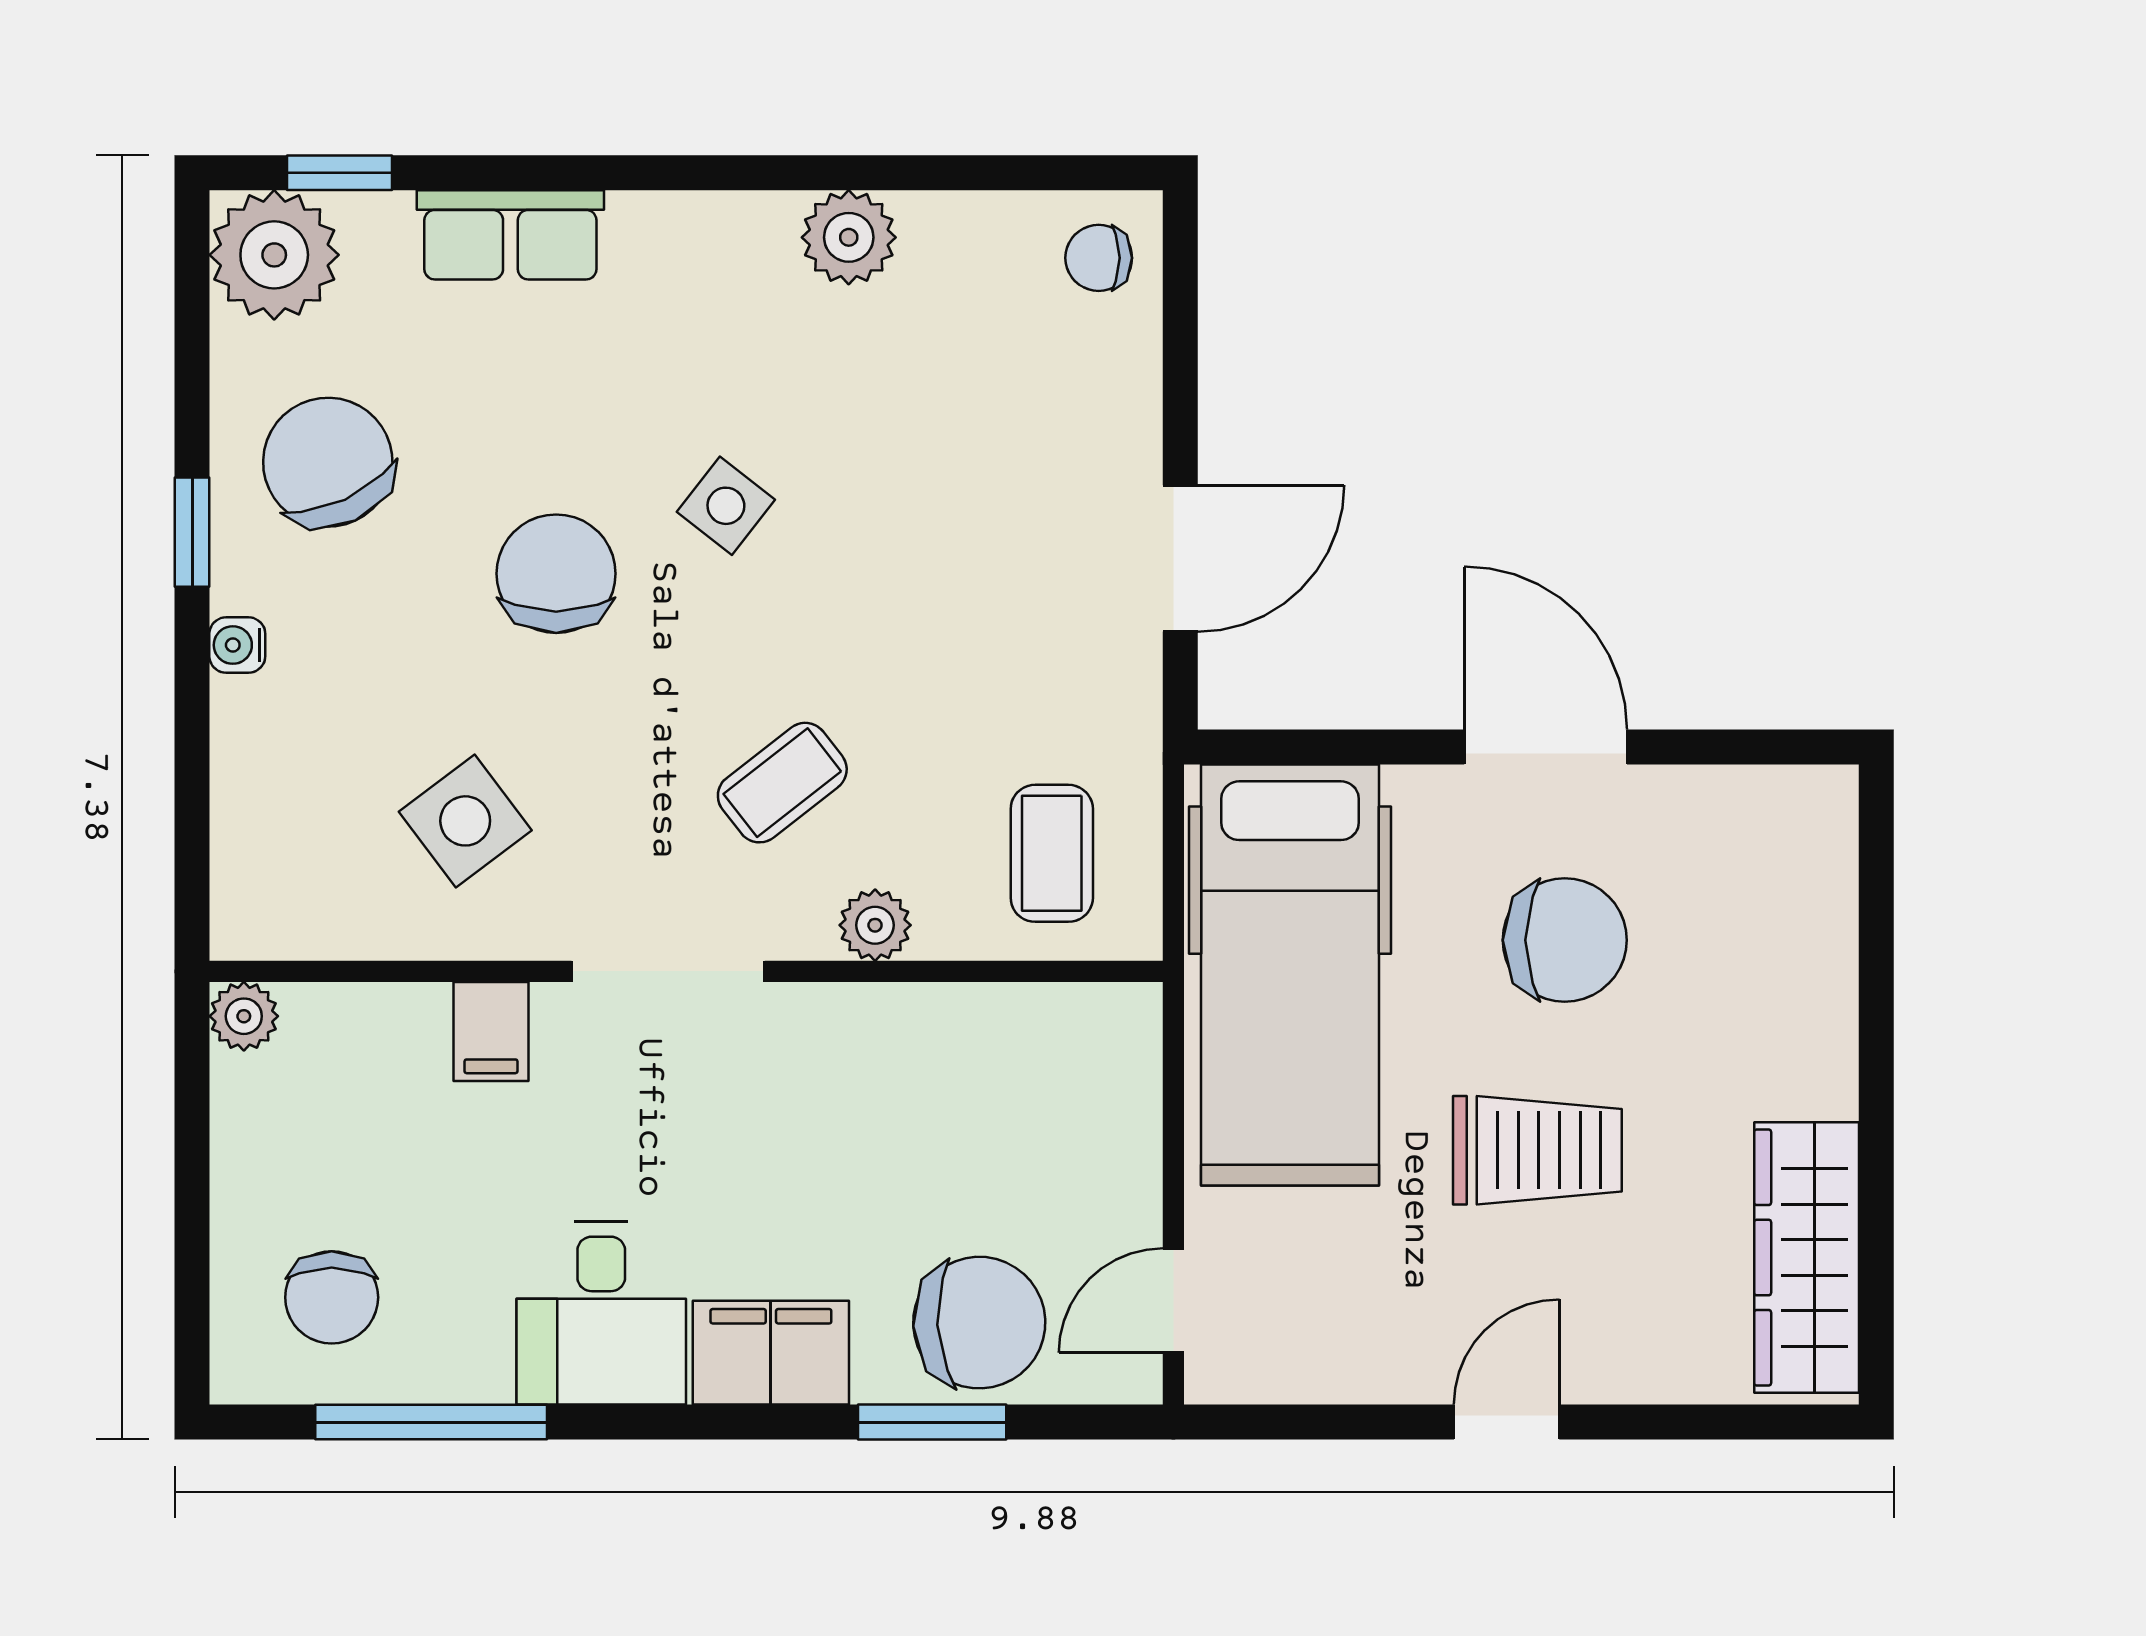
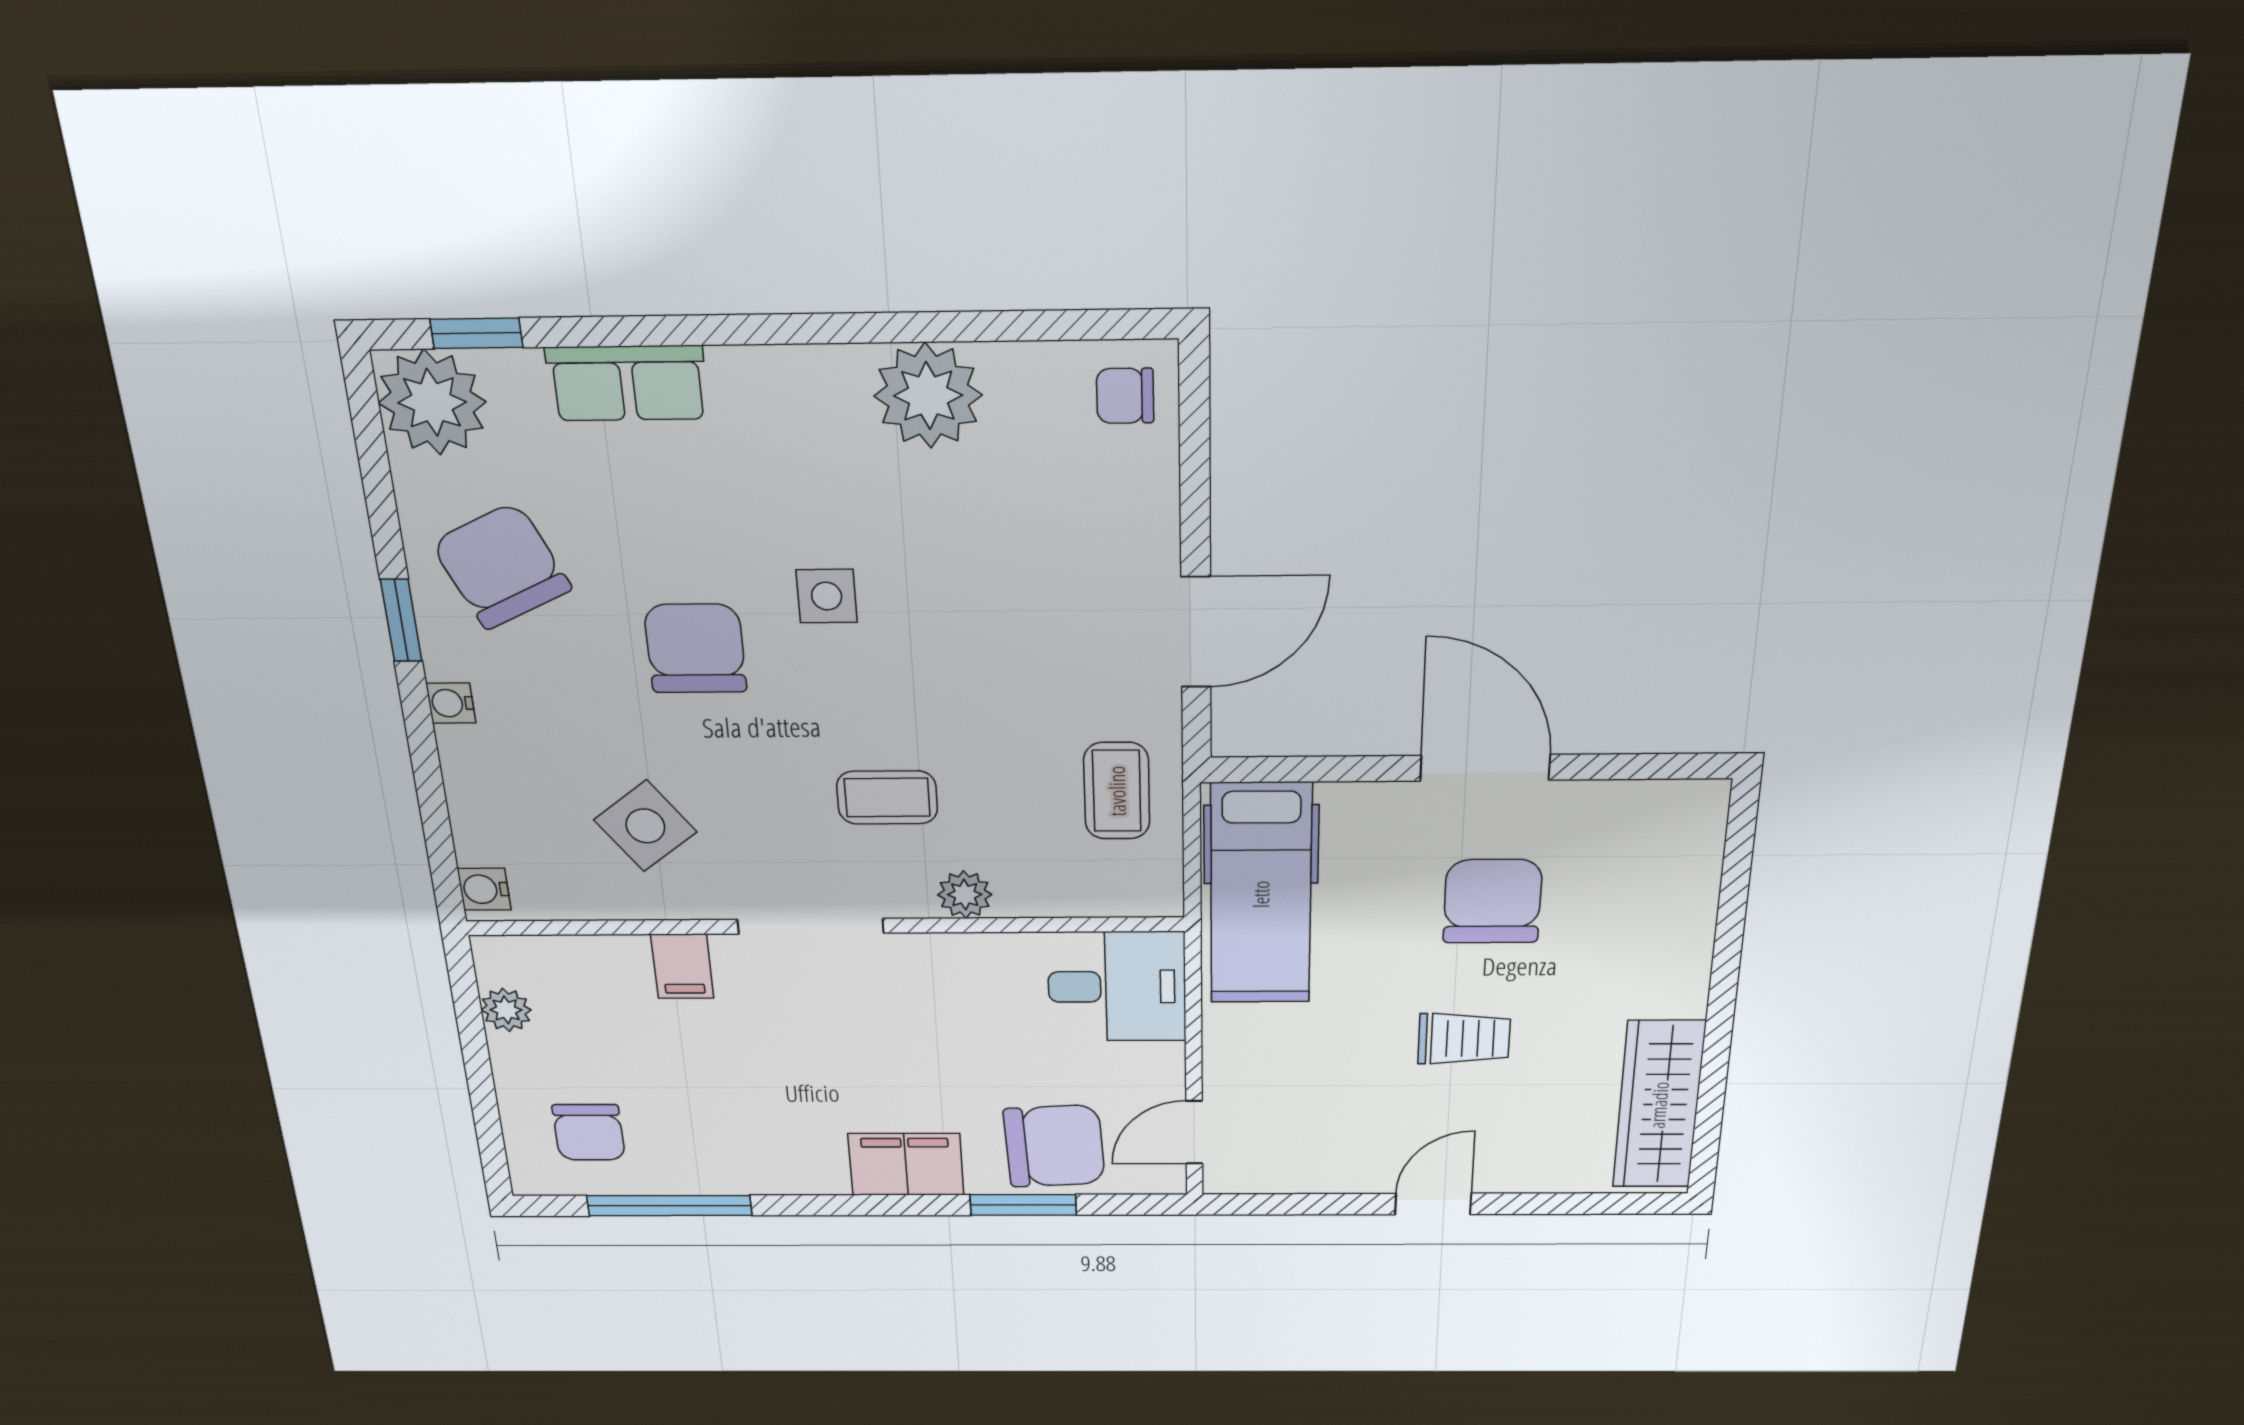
plant: (849, 237) -> (928, 396), width x1.36, depth x1.36
side table: (726, 506) -> (827, 596), turned -38
coffee table: (782, 783) -> (887, 797), turned 38
coffee table: (1052, 853) -> (1117, 791), moved
water cooler: (241, 913) -> (484, 889), added
chair: (1565, 940) -> (1493, 901), turned -90
hospital bed: (1290, 975) -> (1261, 894), width x0.73, depth x0.78
plant: (244, 1016) -> (506, 1010), moved
trolley: (1537, 1150) -> (1464, 1039), width x0.73, depth x0.72
desk: (601, 1313) -> (1117, 987), moved, turned -90

